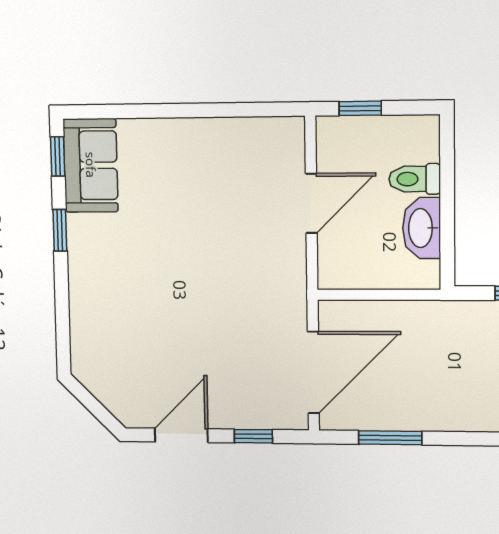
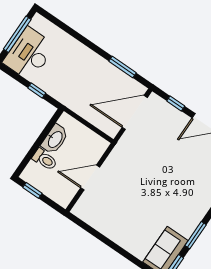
window: (360, 108) -> (32, 190), moved
window: (60, 230) -> (196, 235), width x1.50

